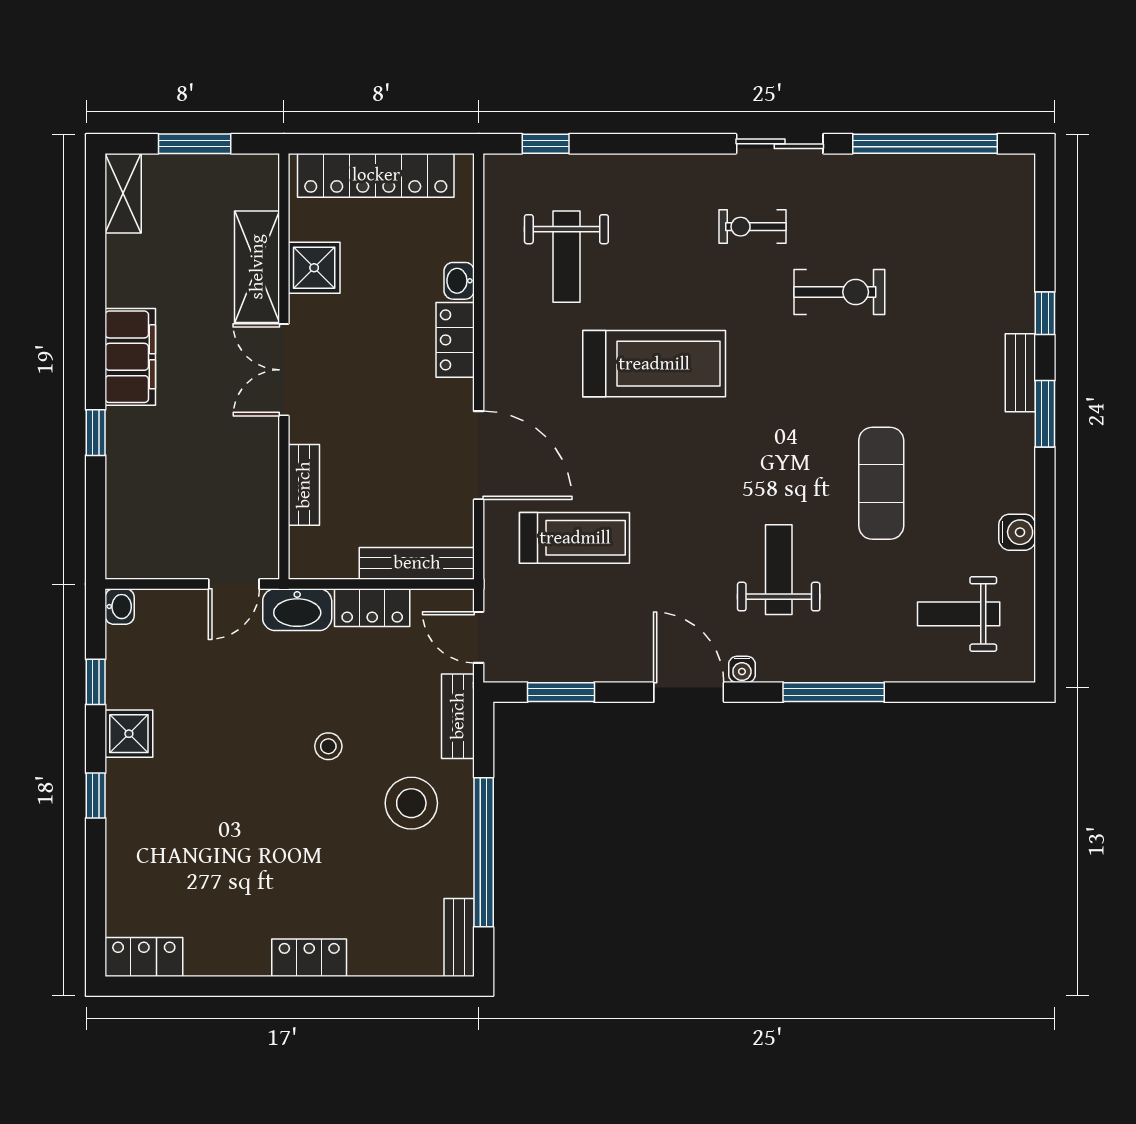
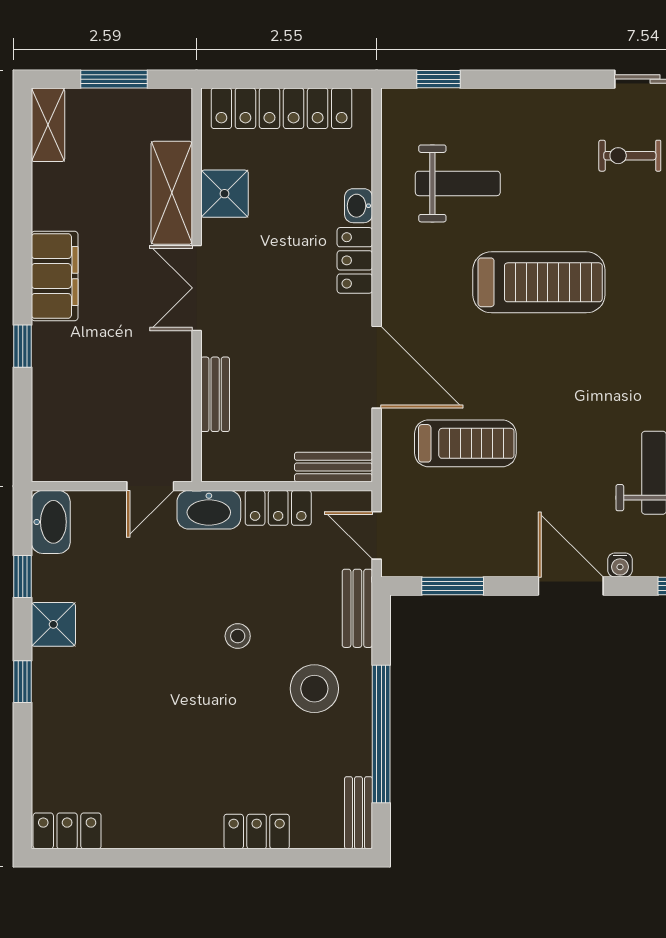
weight bench: (566, 257) -> (458, 183), turned -90
bench: (417, 563) -> (333, 467), width x0.73
washbasin: (120, 607) -> (51, 522), width x1.91, depth x1.45
locker: (309, 958) -> (257, 832), moved

